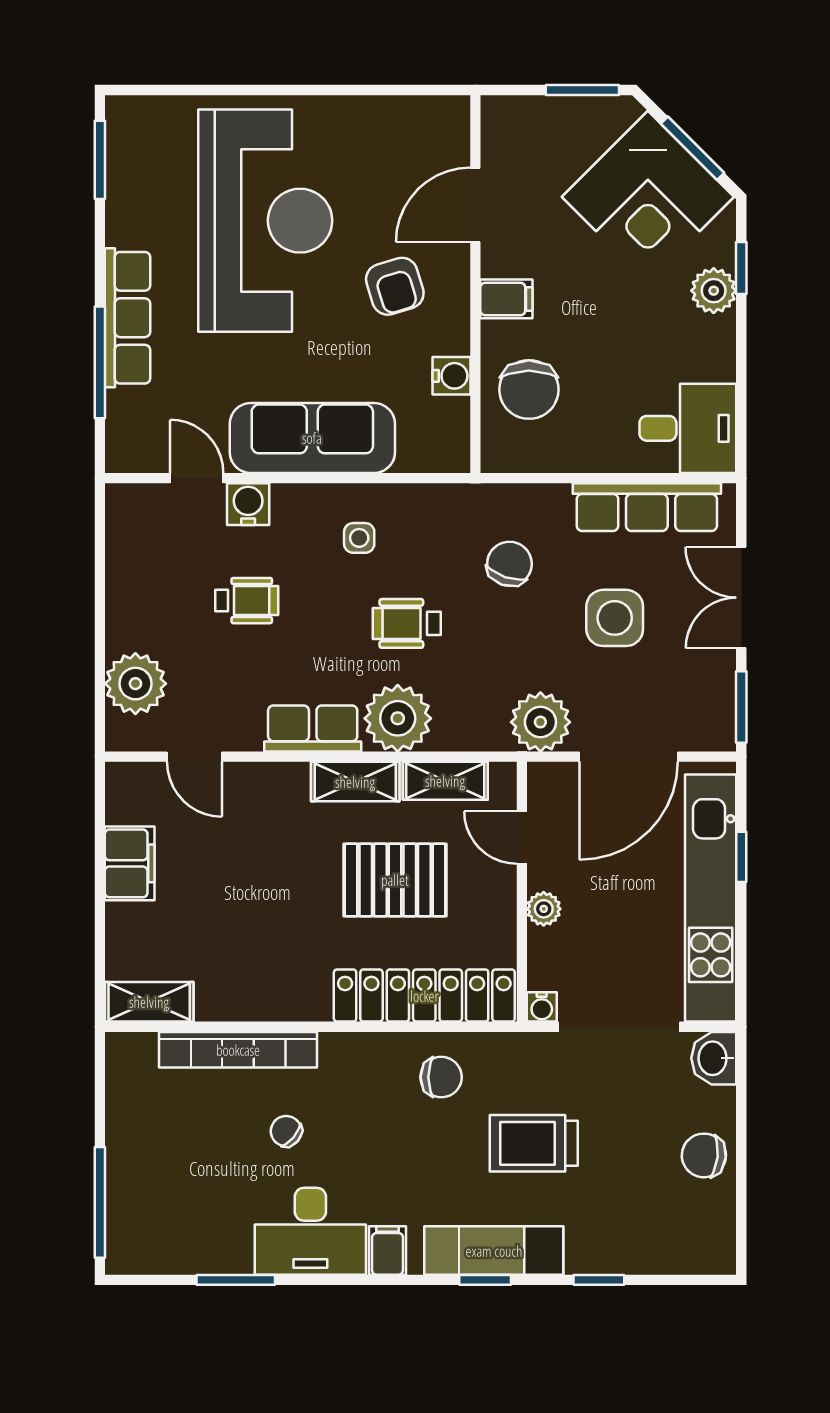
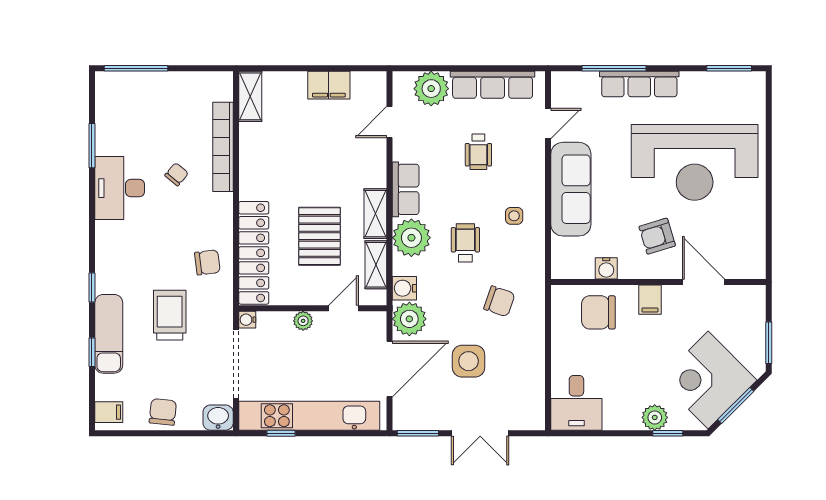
water cooler: (248, 504) -> (404, 288), moved, turned 180
row of seats: (647, 507) -> (493, 85), moved, turned -90
double door: (741, 598) -> (480, 433), swing flipped
door: (629, 757) -> (390, 369), swing flipped
window: (741, 857) -> (281, 433), moved
chair: (441, 1077) -> (207, 262), turned -97
filing cabinet: (388, 1250) -> (109, 412), moved
exam couch: (494, 1251) -> (109, 334), moved

